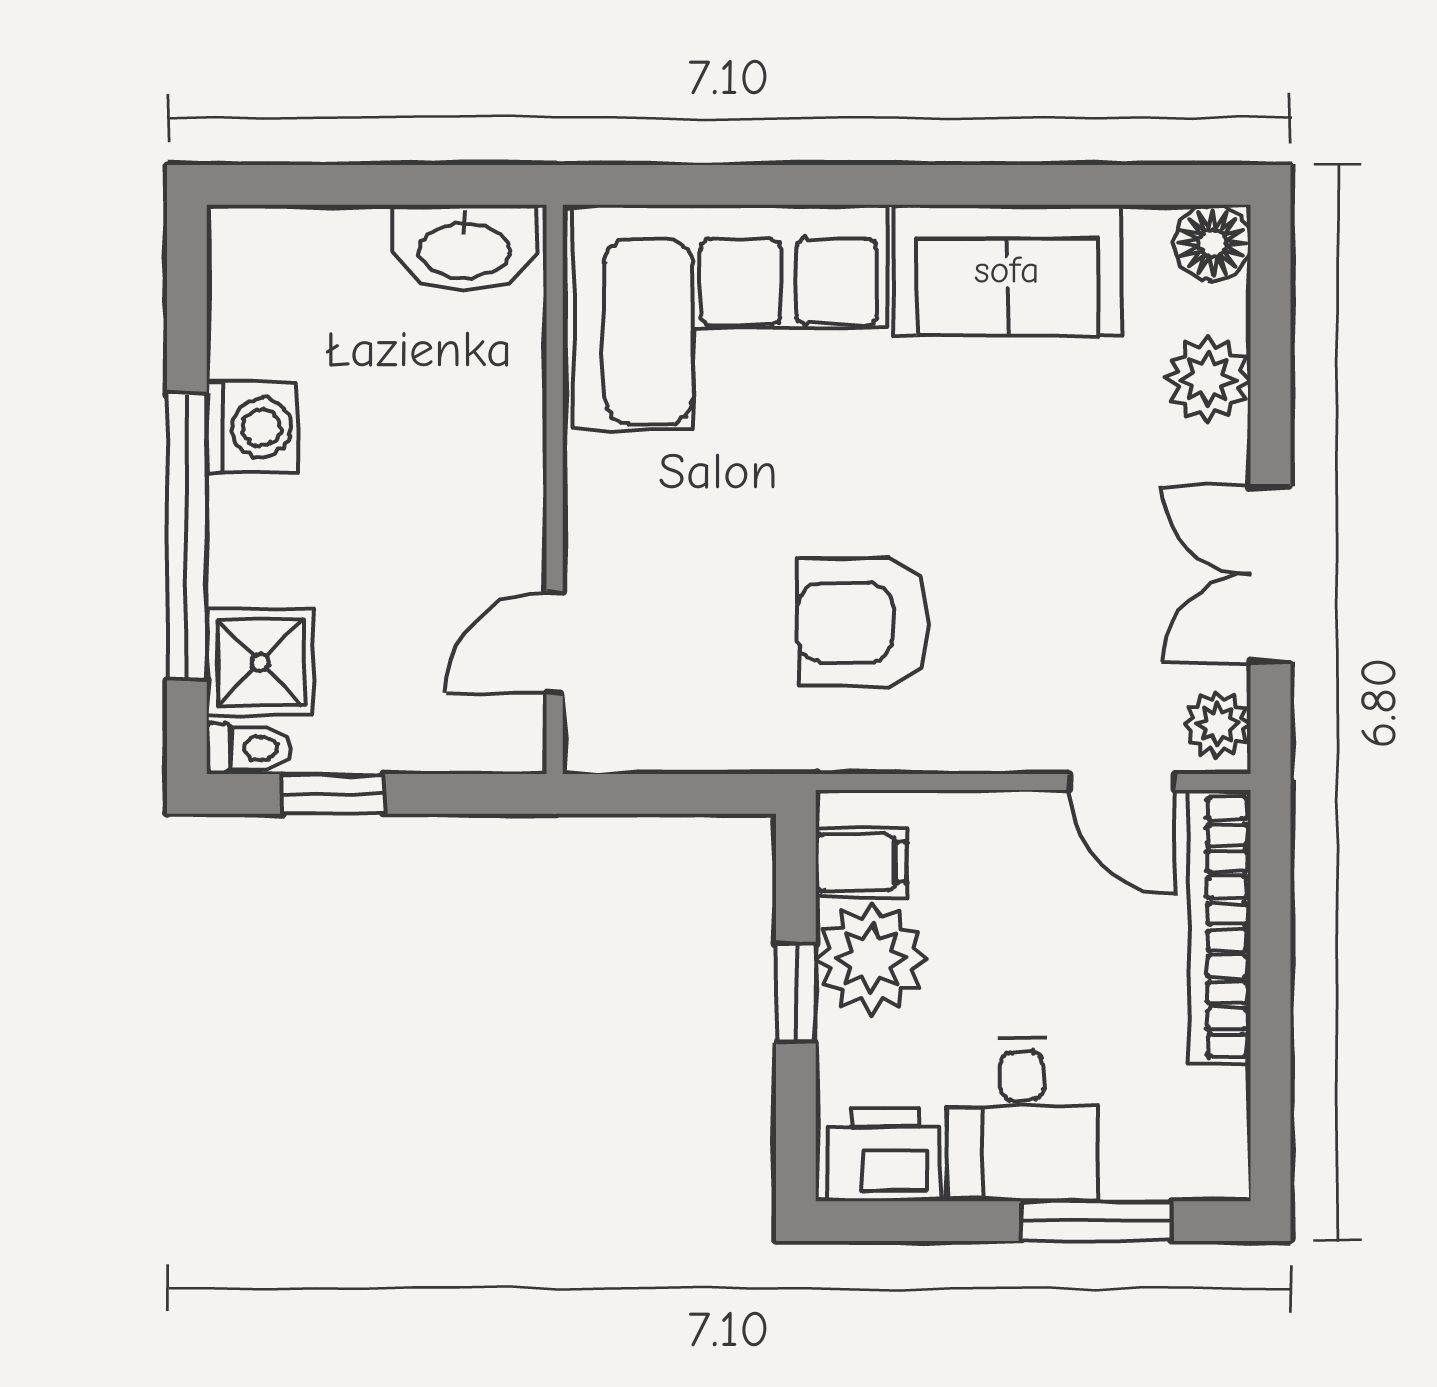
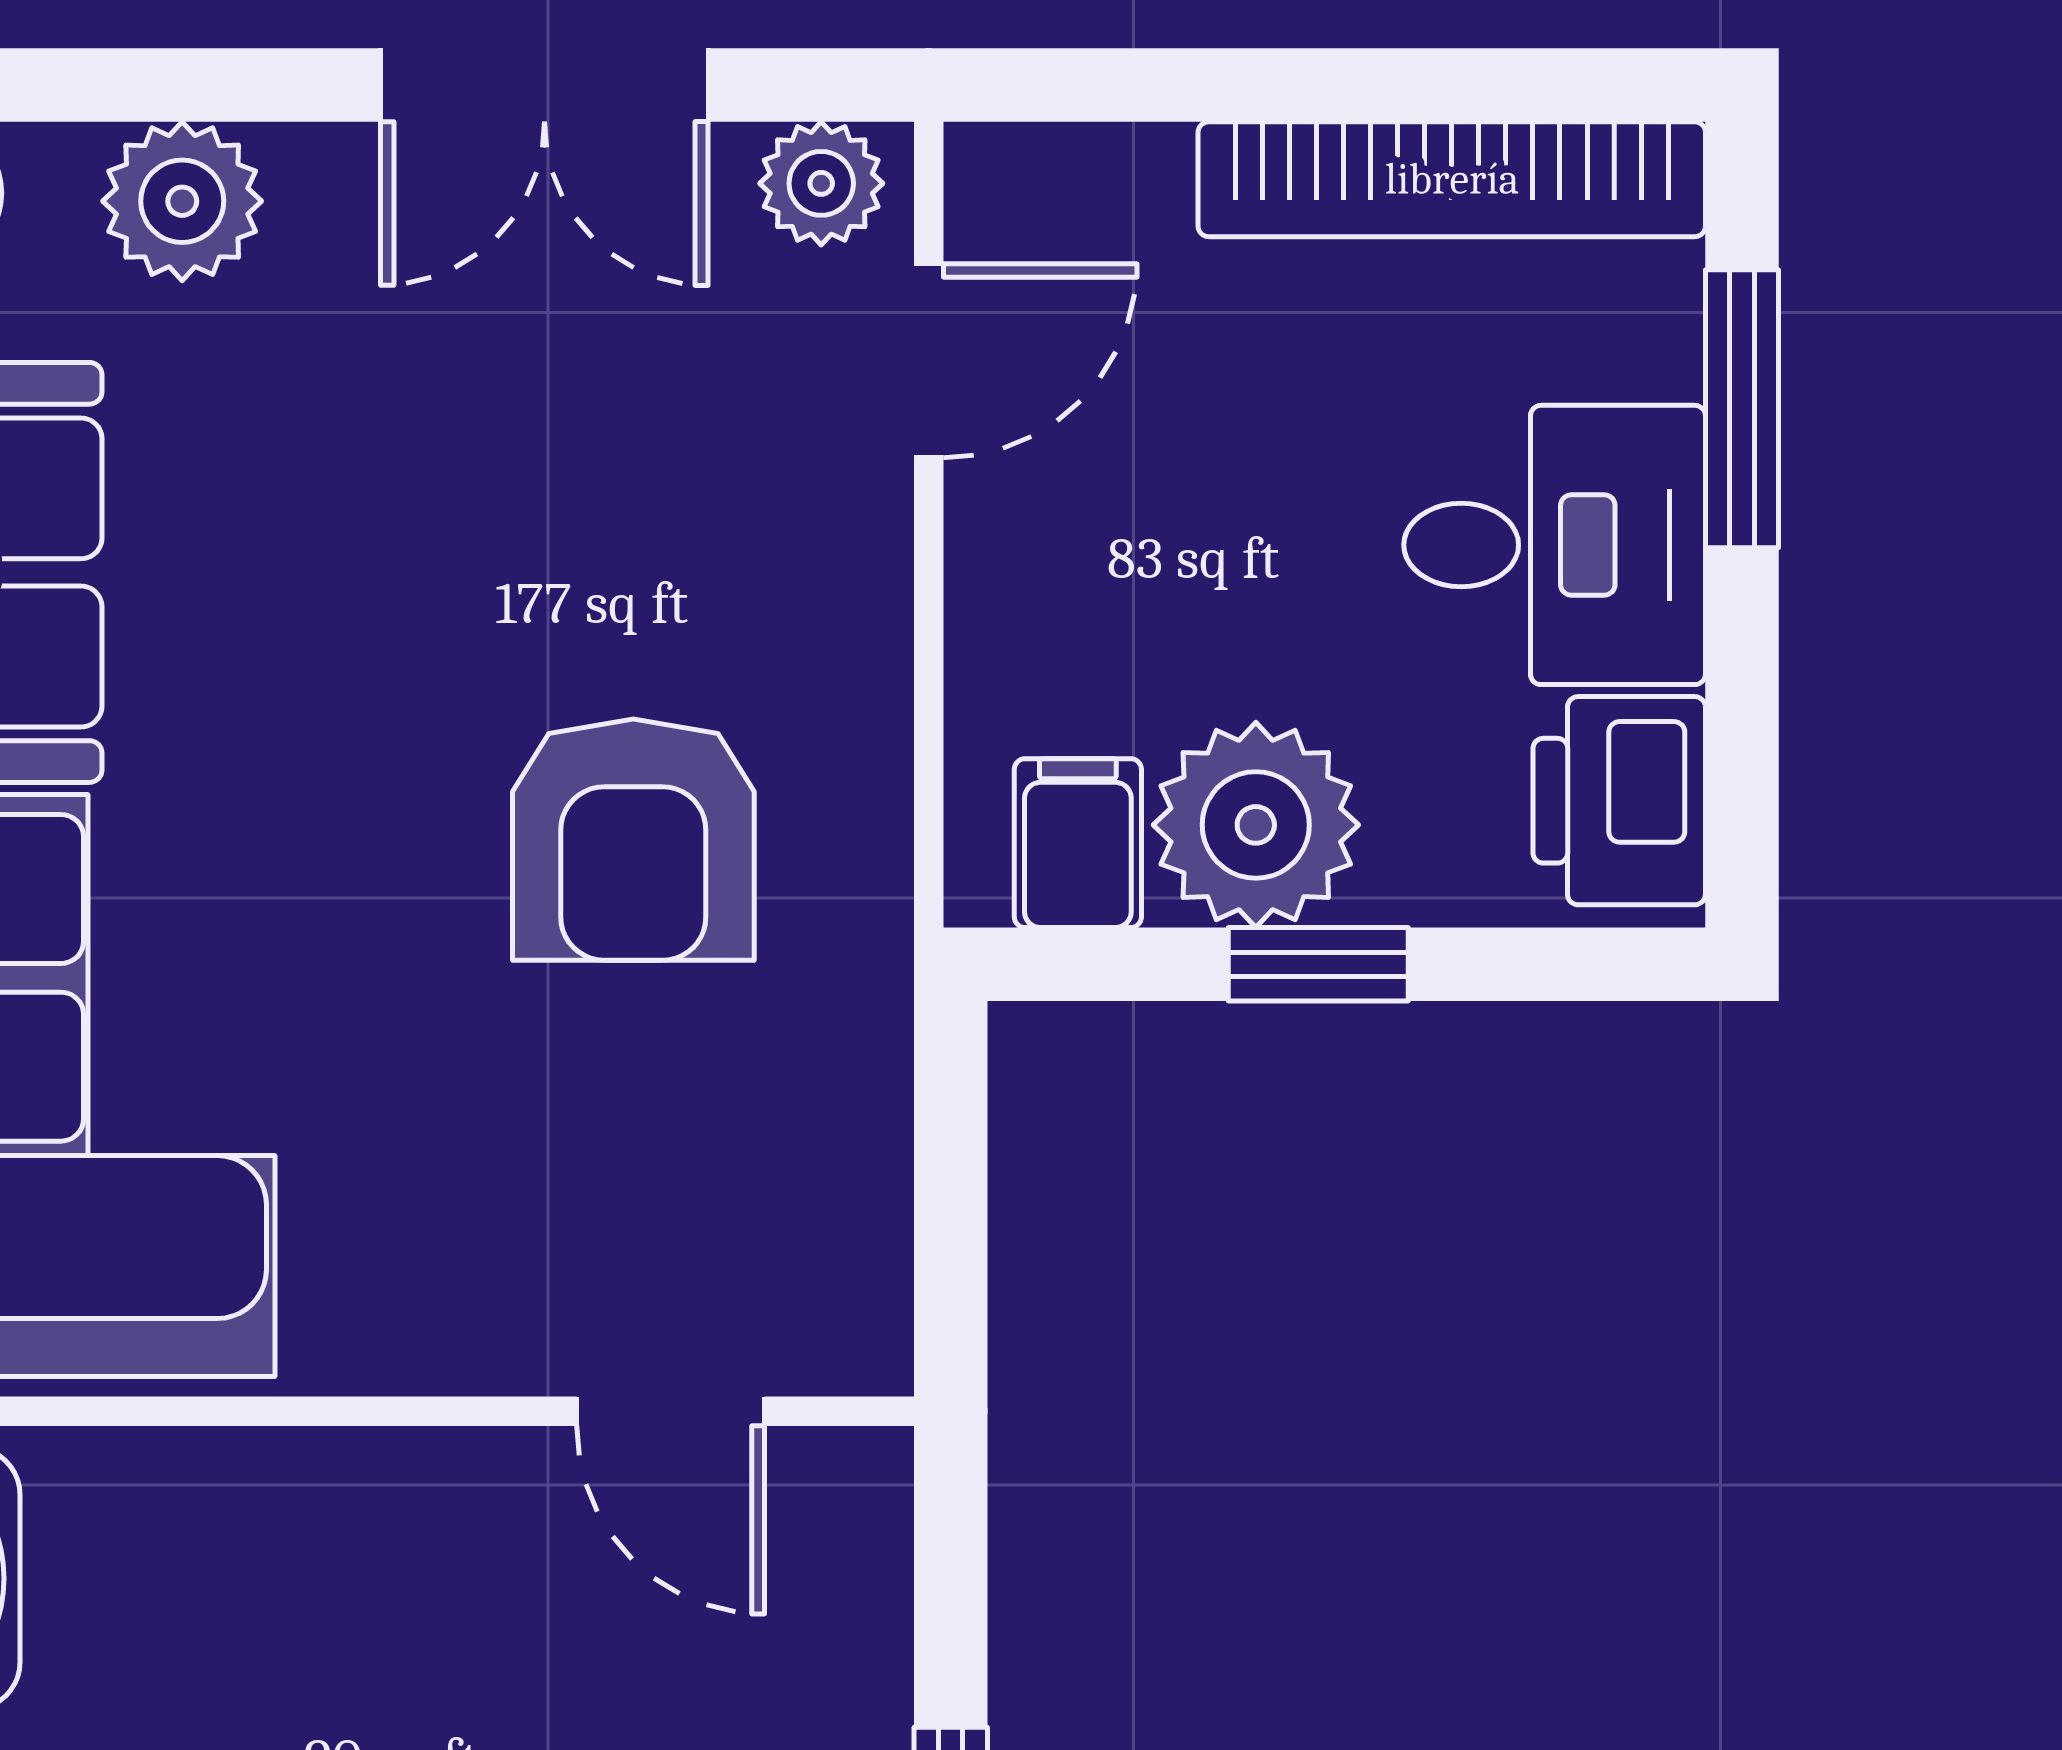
bookcase: (1220, 927) -> (1452, 179), moved

